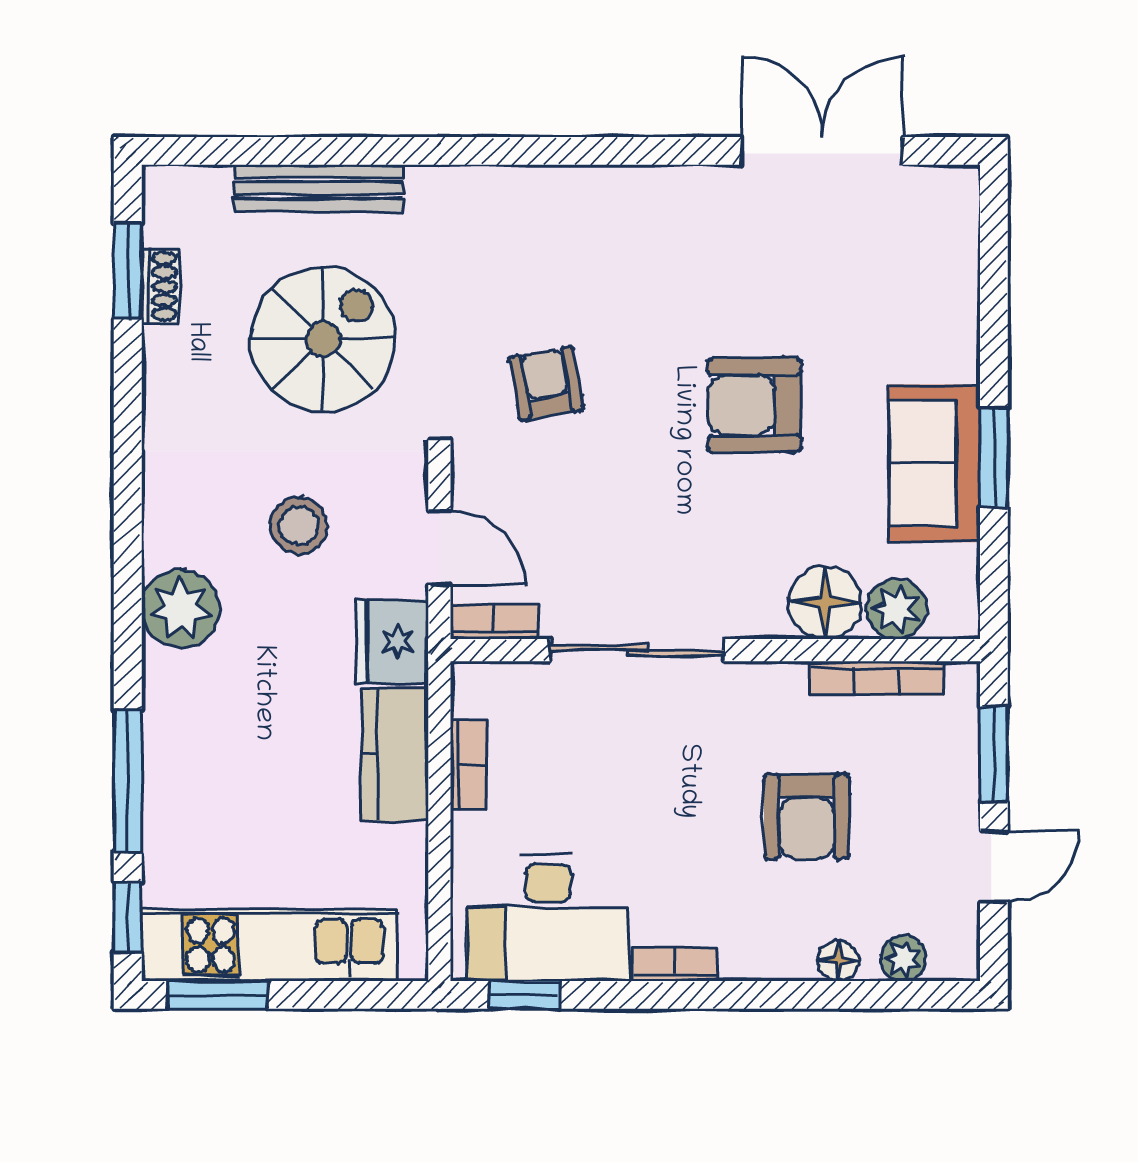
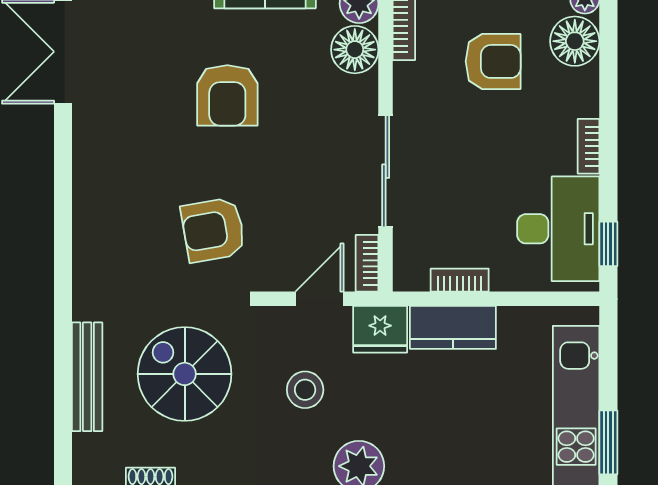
armchair: (546, 383) -> (213, 230), width x1.38, depth x1.38
floor lamp: (838, 961) -> (575, 41), width x1.89, depth x1.89

